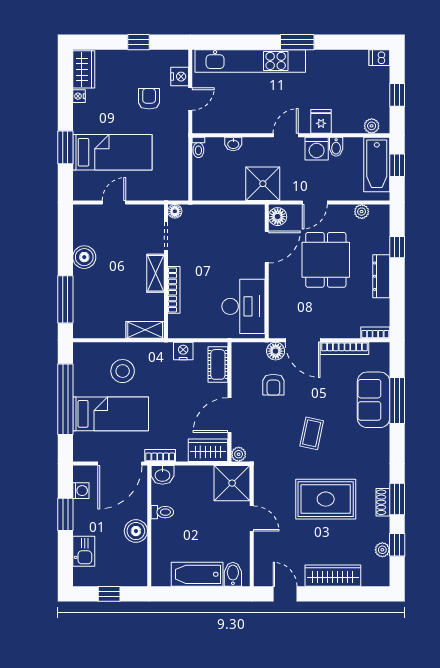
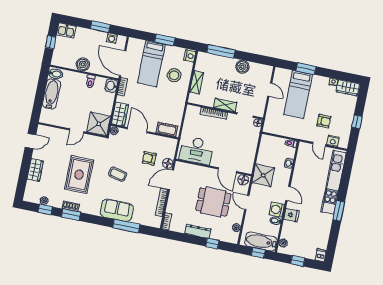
shelving: (145, 330) -> (197, 82), moved
nightstand: (183, 351) -> (190, 56), moved
window: (65, 399) -> (165, 40), width x0.47
sofa: (374, 400) -> (117, 210), moved
kitchen sink: (84, 551) -> (66, 31), moved
bidet: (233, 574) -> (56, 74), moved
wardrobe: (333, 576) -> (35, 170), width x0.67

